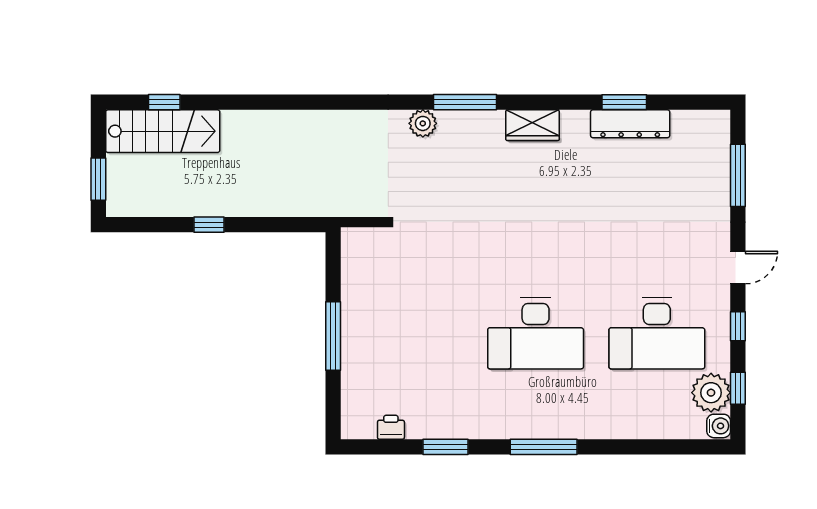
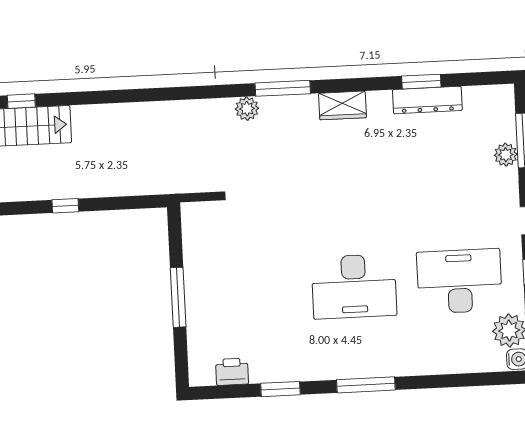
plant: (717, 191) -> (506, 155), added
desk: (657, 333) -> (459, 281), turned 180
printer: (391, 427) -> (232, 372), width x1.36, depth x1.24

